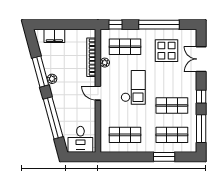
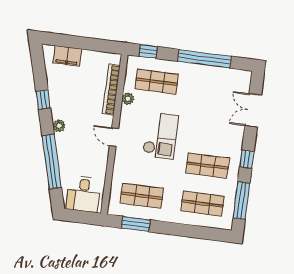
display table: (166, 51) -> (210, 94), removed
window: (40, 72) -> (43, 100), width x0.46
plant: (52, 79) -> (59, 126), moved
window: (164, 157) -> (136, 224), moved

